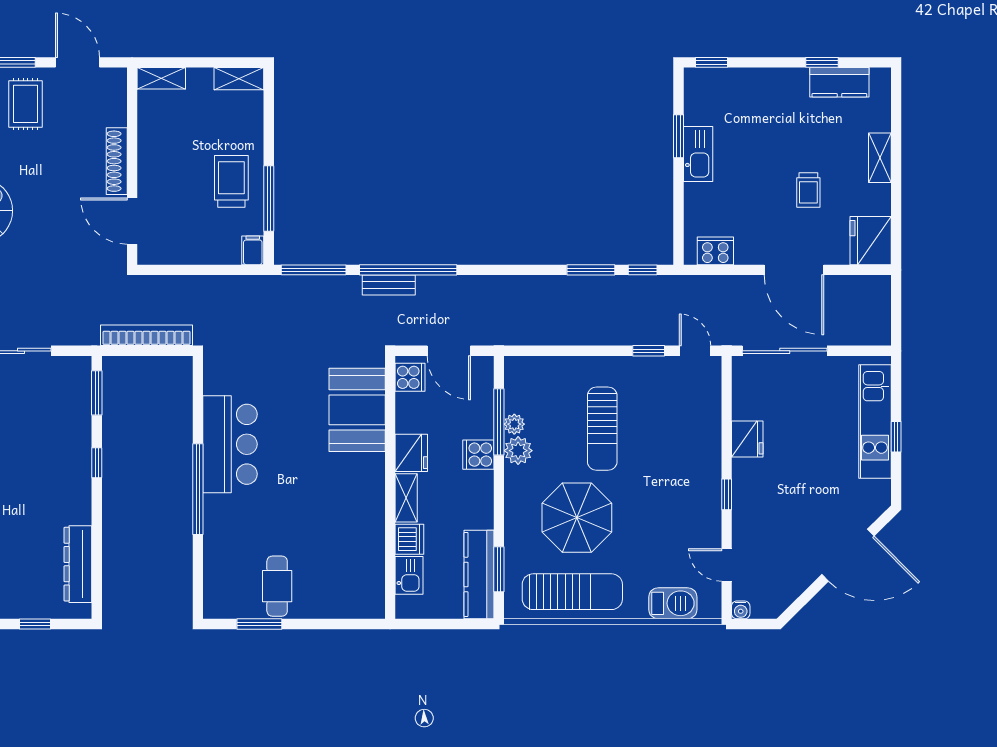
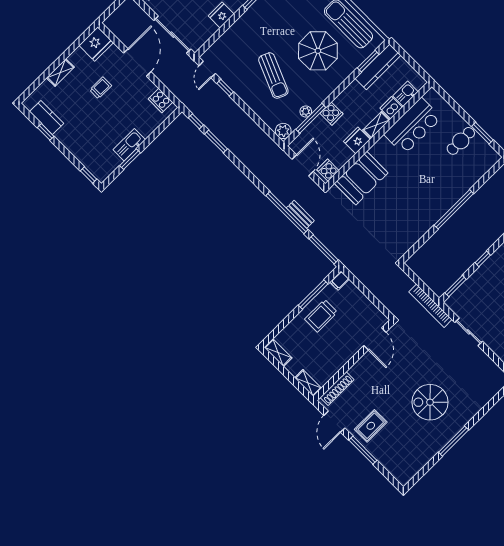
shoe rack: (117, 161) -> (337, 389), moved
bookcase: (146, 335) -> (430, 306), moved
sun lounger: (602, 429) -> (273, 75), turned 113
bar counter: (230, 444) -> (413, 126), moved, turned 180
plant: (518, 451) -> (283, 131), moved

